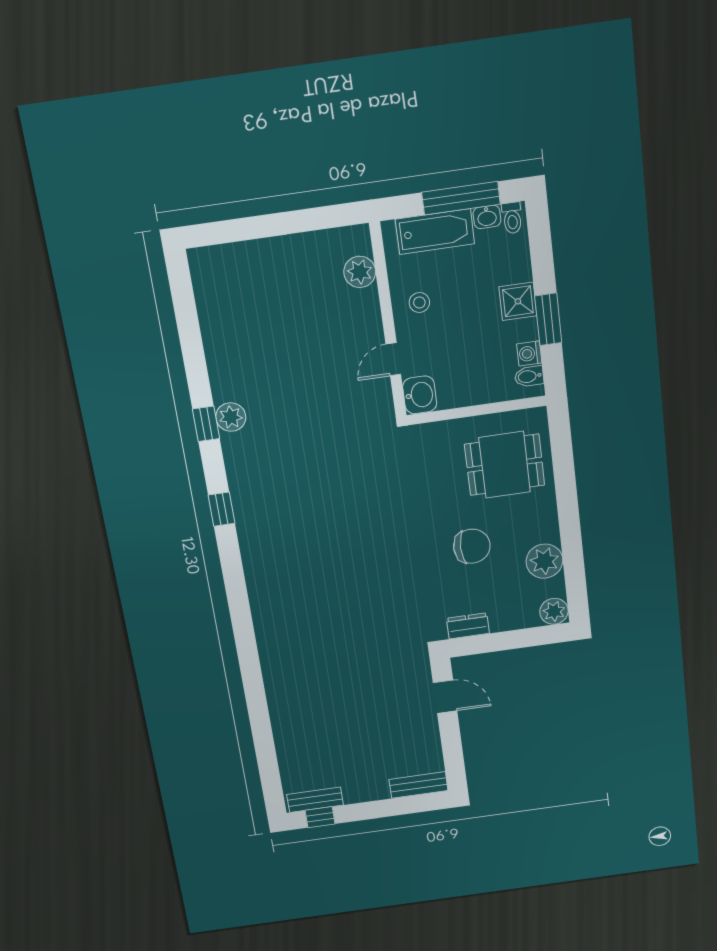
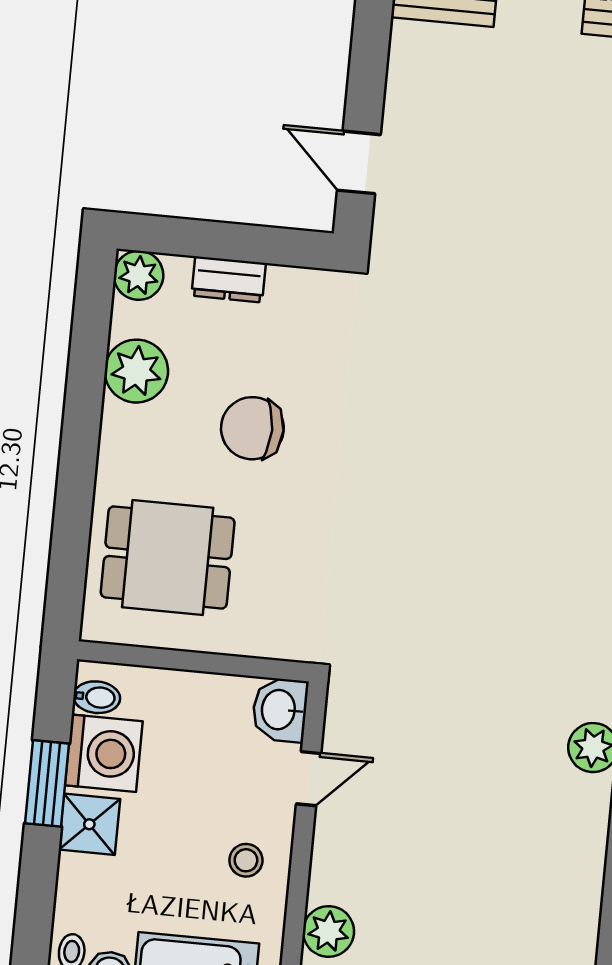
washing machine: (529, 353) -> (104, 753), width x1.89, depth x1.89
dresser: (468, 626) -> (229, 279), moved

